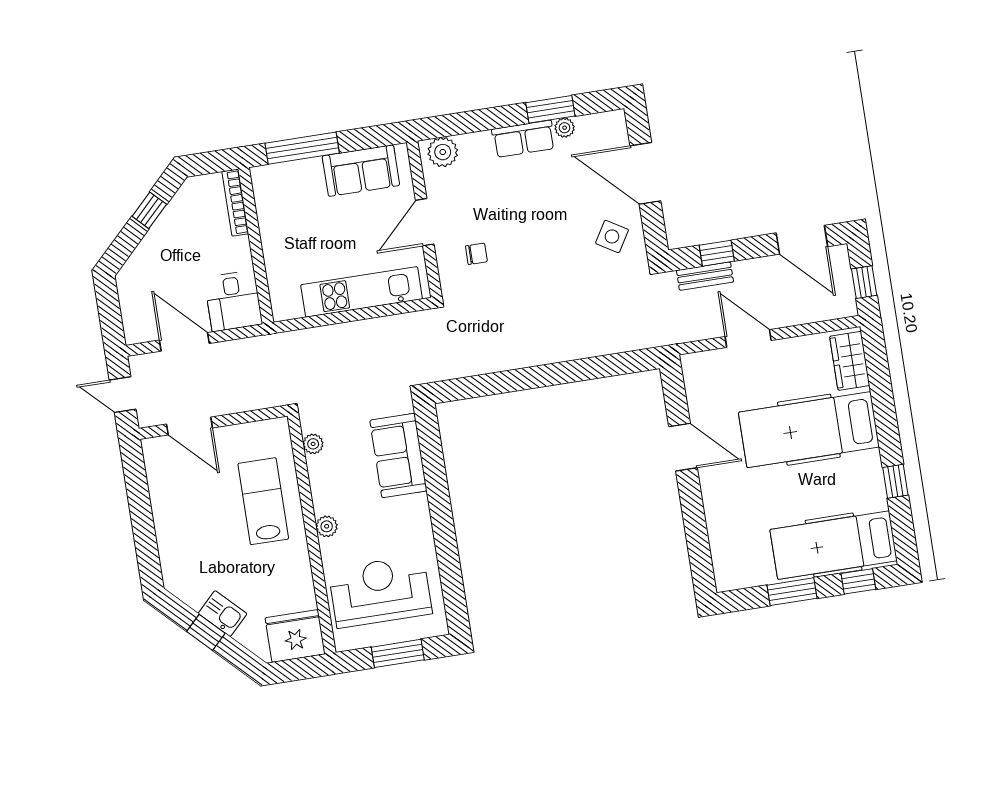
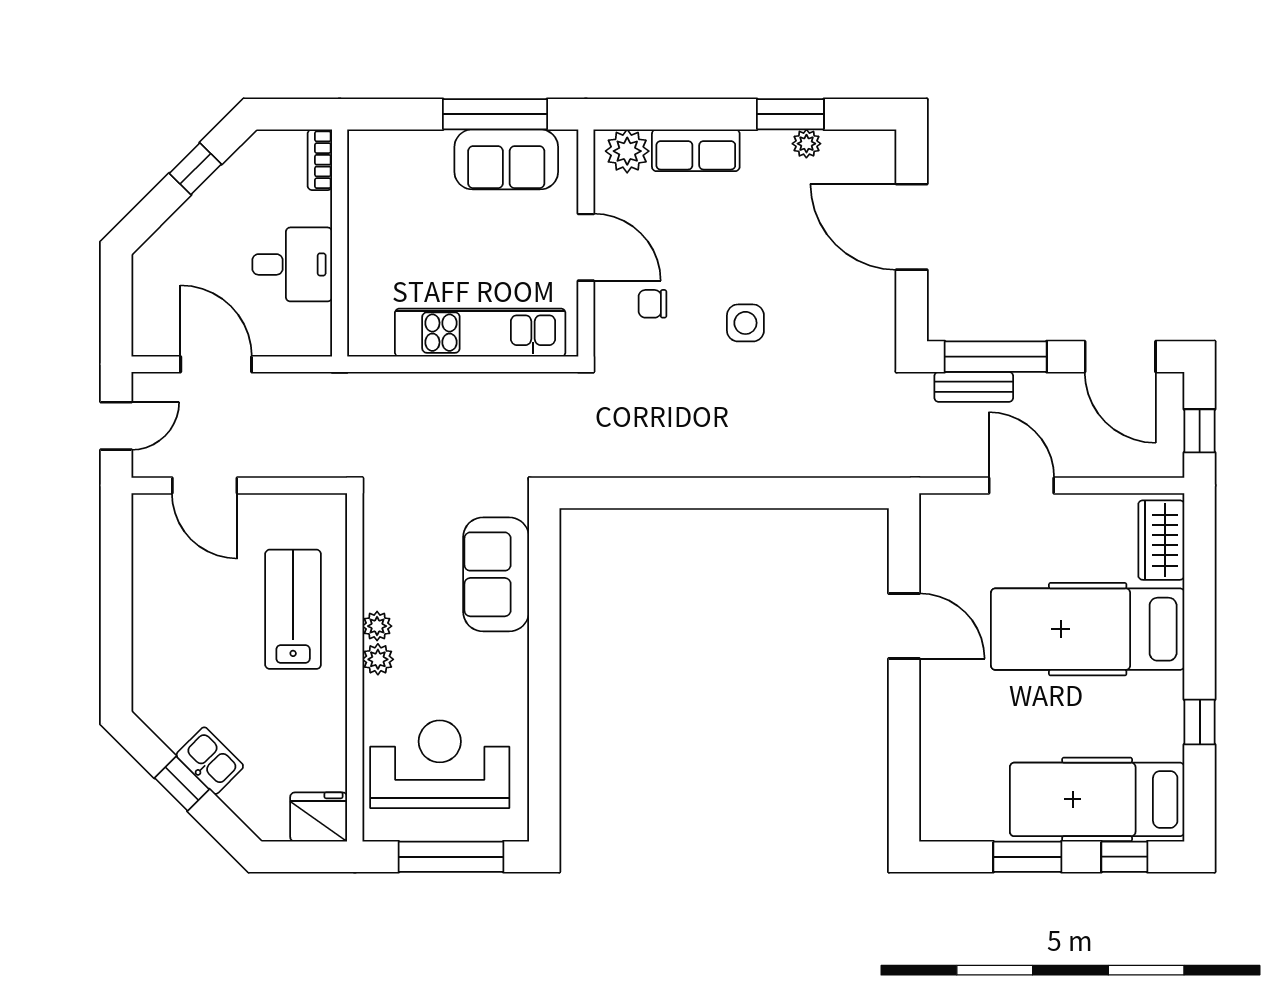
row of seats: (523, 139) -> (696, 150), moved
window: (302, 148) -> (495, 114), moved
bookcase: (235, 203) -> (320, 160), width x0.64
door: (425, 222) -> (586, 247), swing flipped
side table: (612, 236) -> (745, 323), moved, turned -31
window: (717, 253) -> (996, 357), width x2.17
chair: (476, 254) -> (652, 304), turned 180
desk: (233, 301) -> (292, 264), moved, turned -90
door: (123, 395) -> (116, 426), swing flipped
plant: (313, 444) -> (377, 626), moved
fridge: (295, 636) -> (319, 817), width x0.73, depth x0.75
window: (398, 653) -> (451, 857), width x1.44

